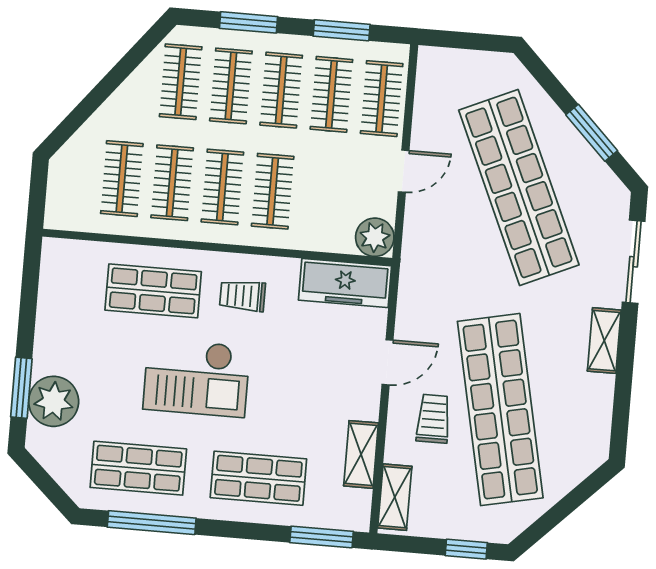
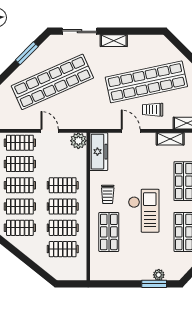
plant: (54, 401) -> (159, 275), width x0.53, depth x0.53

